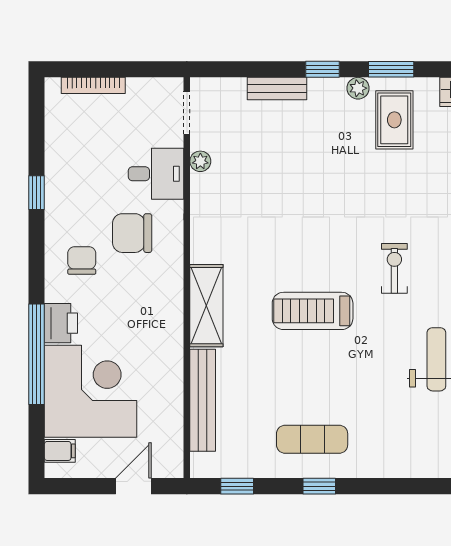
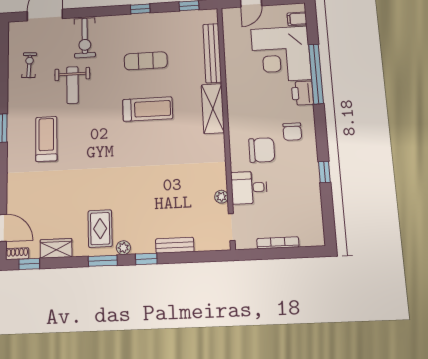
bookcase: (93, 85) -> (278, 243), moved
exercise bike: (394, 268) -> (85, 38), moved, width x1.38, depth x1.39
exercise mat: (312, 439) -> (146, 61), moved

